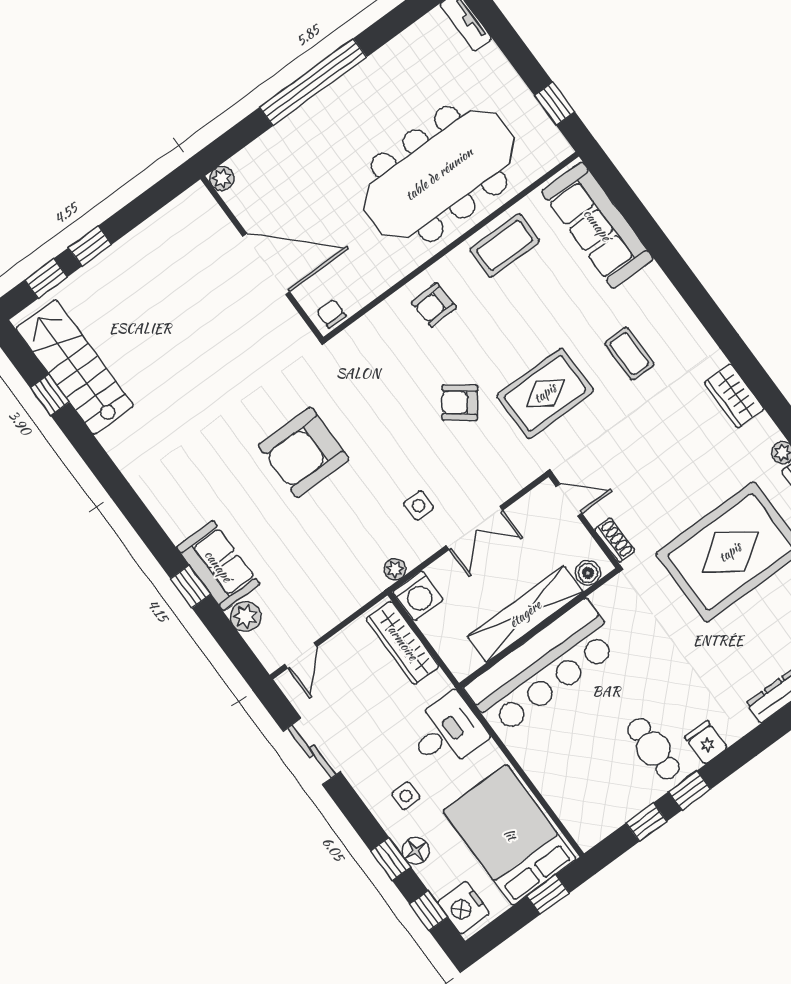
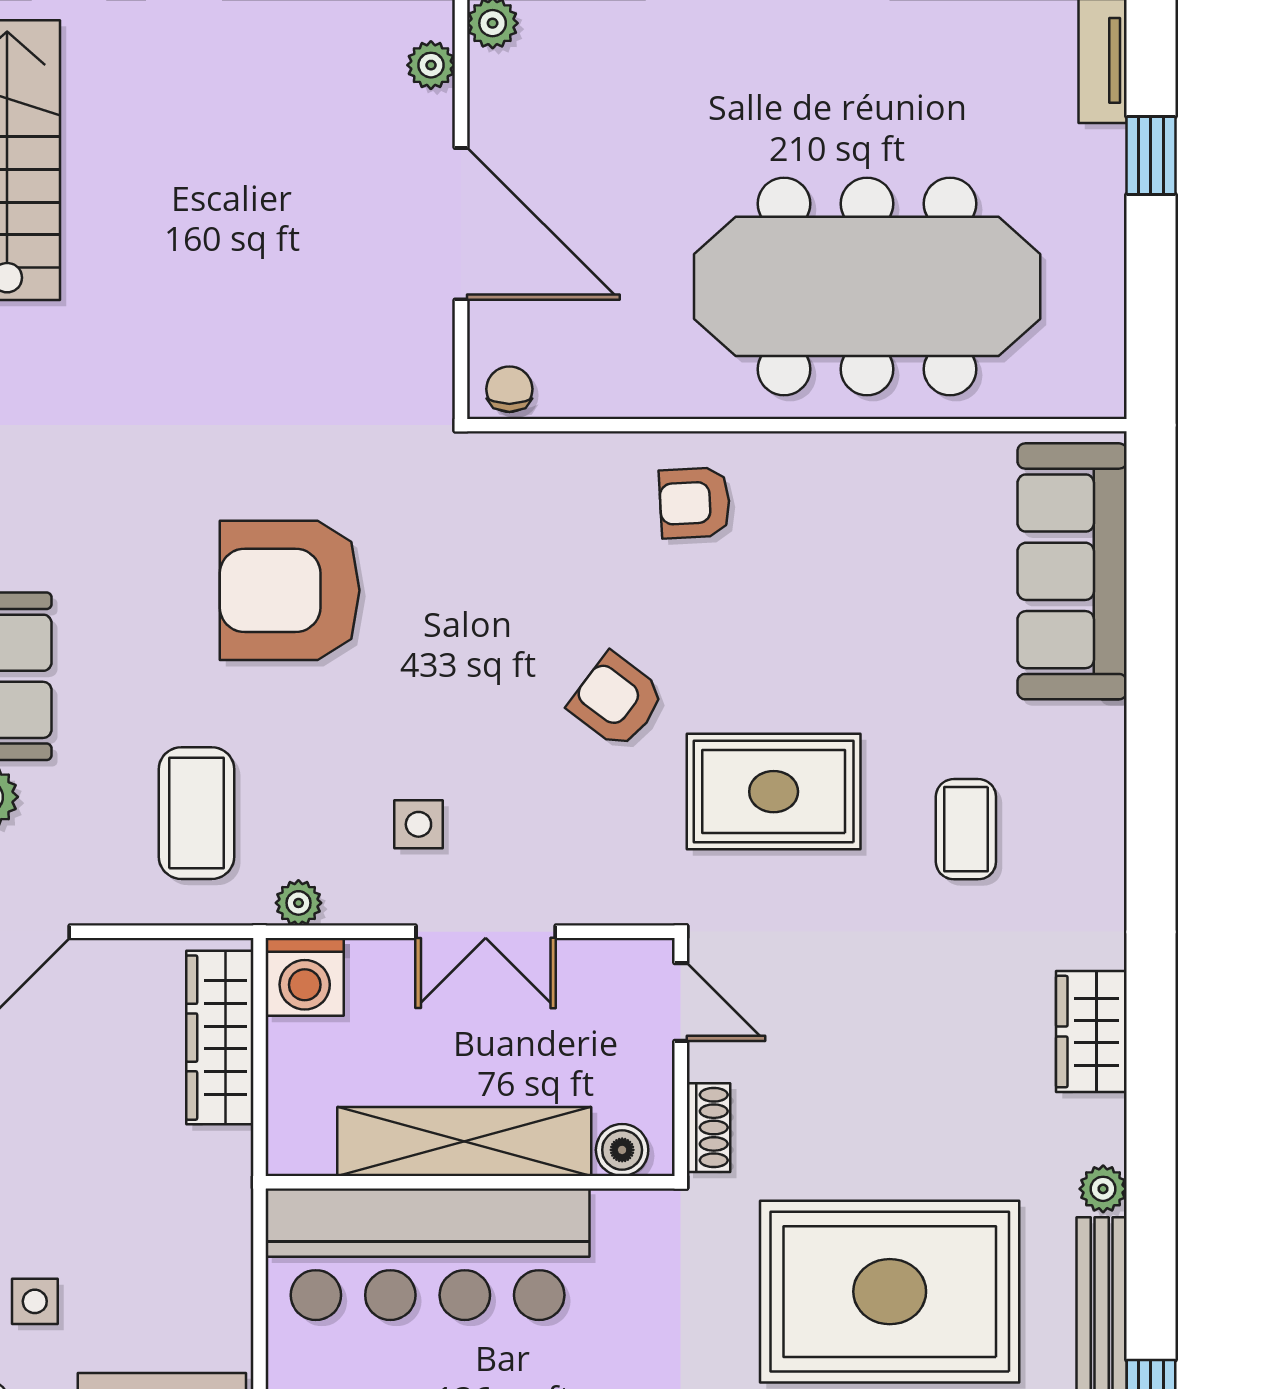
window: (555, 104) -> (1151, 155), moved
plant: (210, 212) -> (431, 65), added
coffee table: (505, 245) -> (197, 813), moved, turned 90
desk: (447, 732) -> (184, 1244), removed

